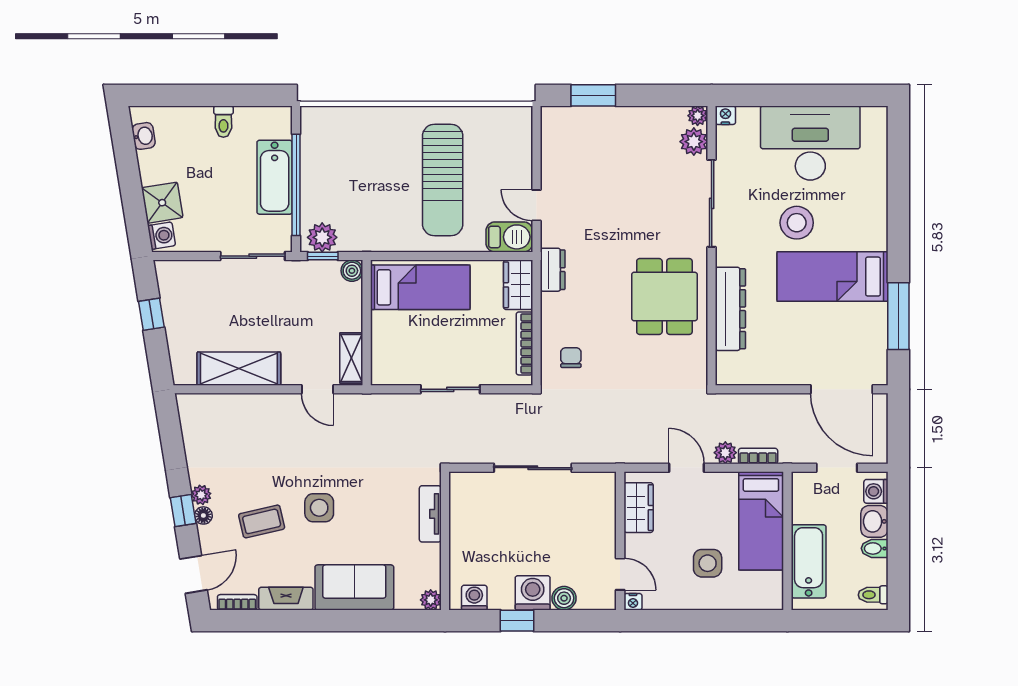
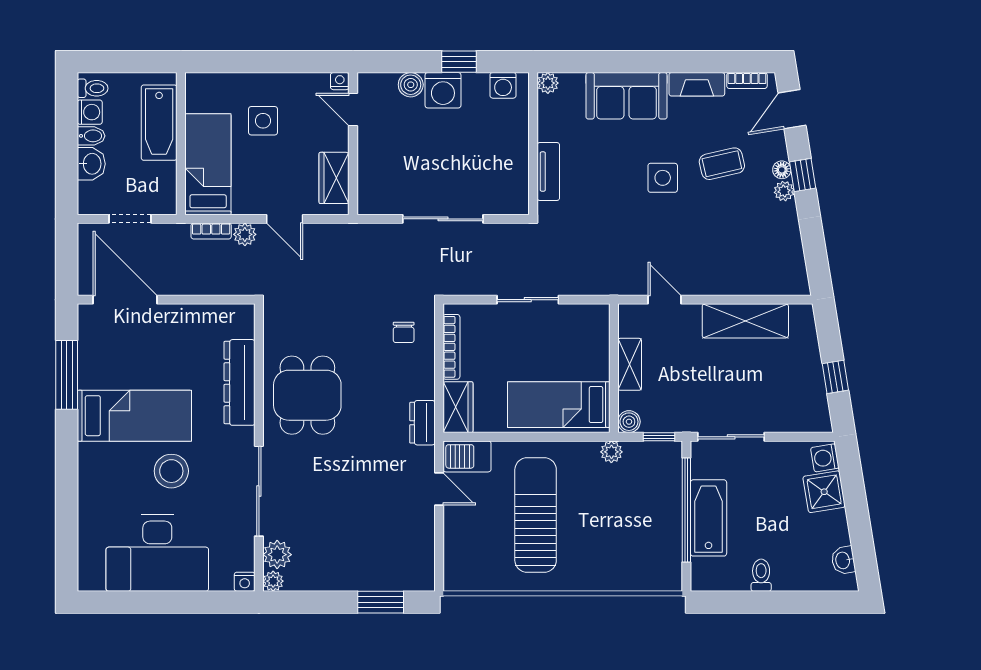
plant: (322, 237) -> (611, 452), moved, width x0.73, depth x0.73
shelving: (351, 358) -> (630, 364), moved
washing machine: (876, 491) -> (90, 112), moved

